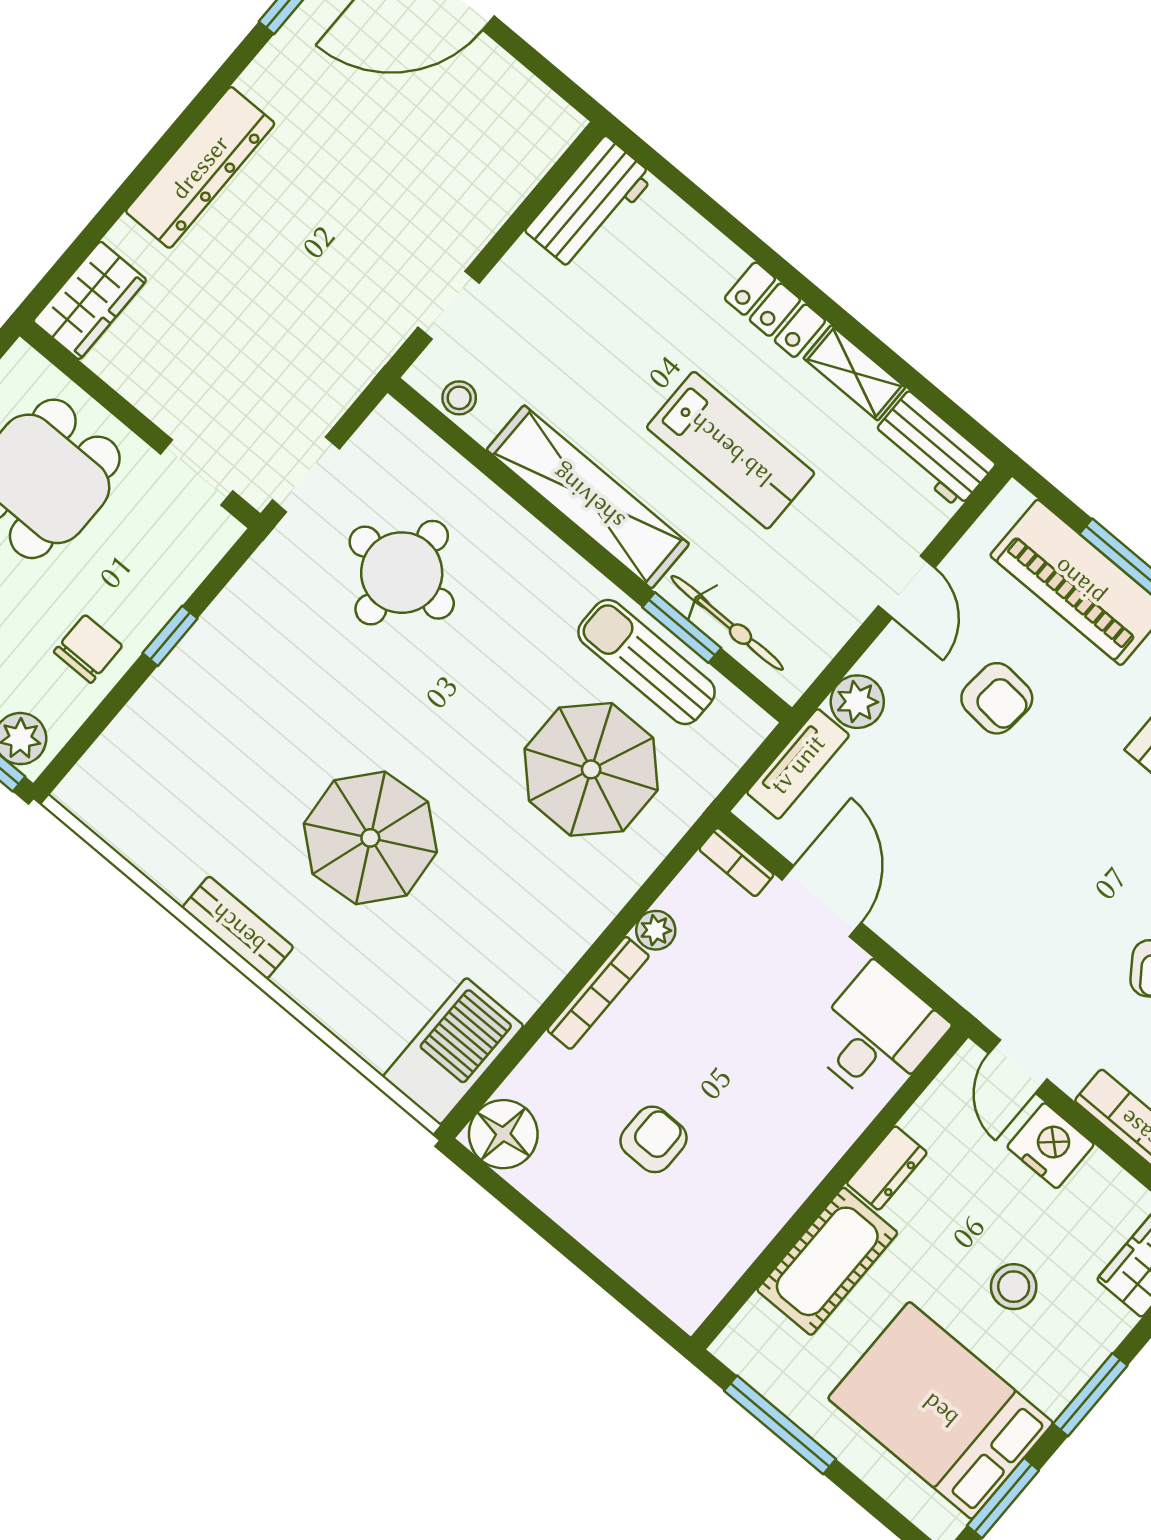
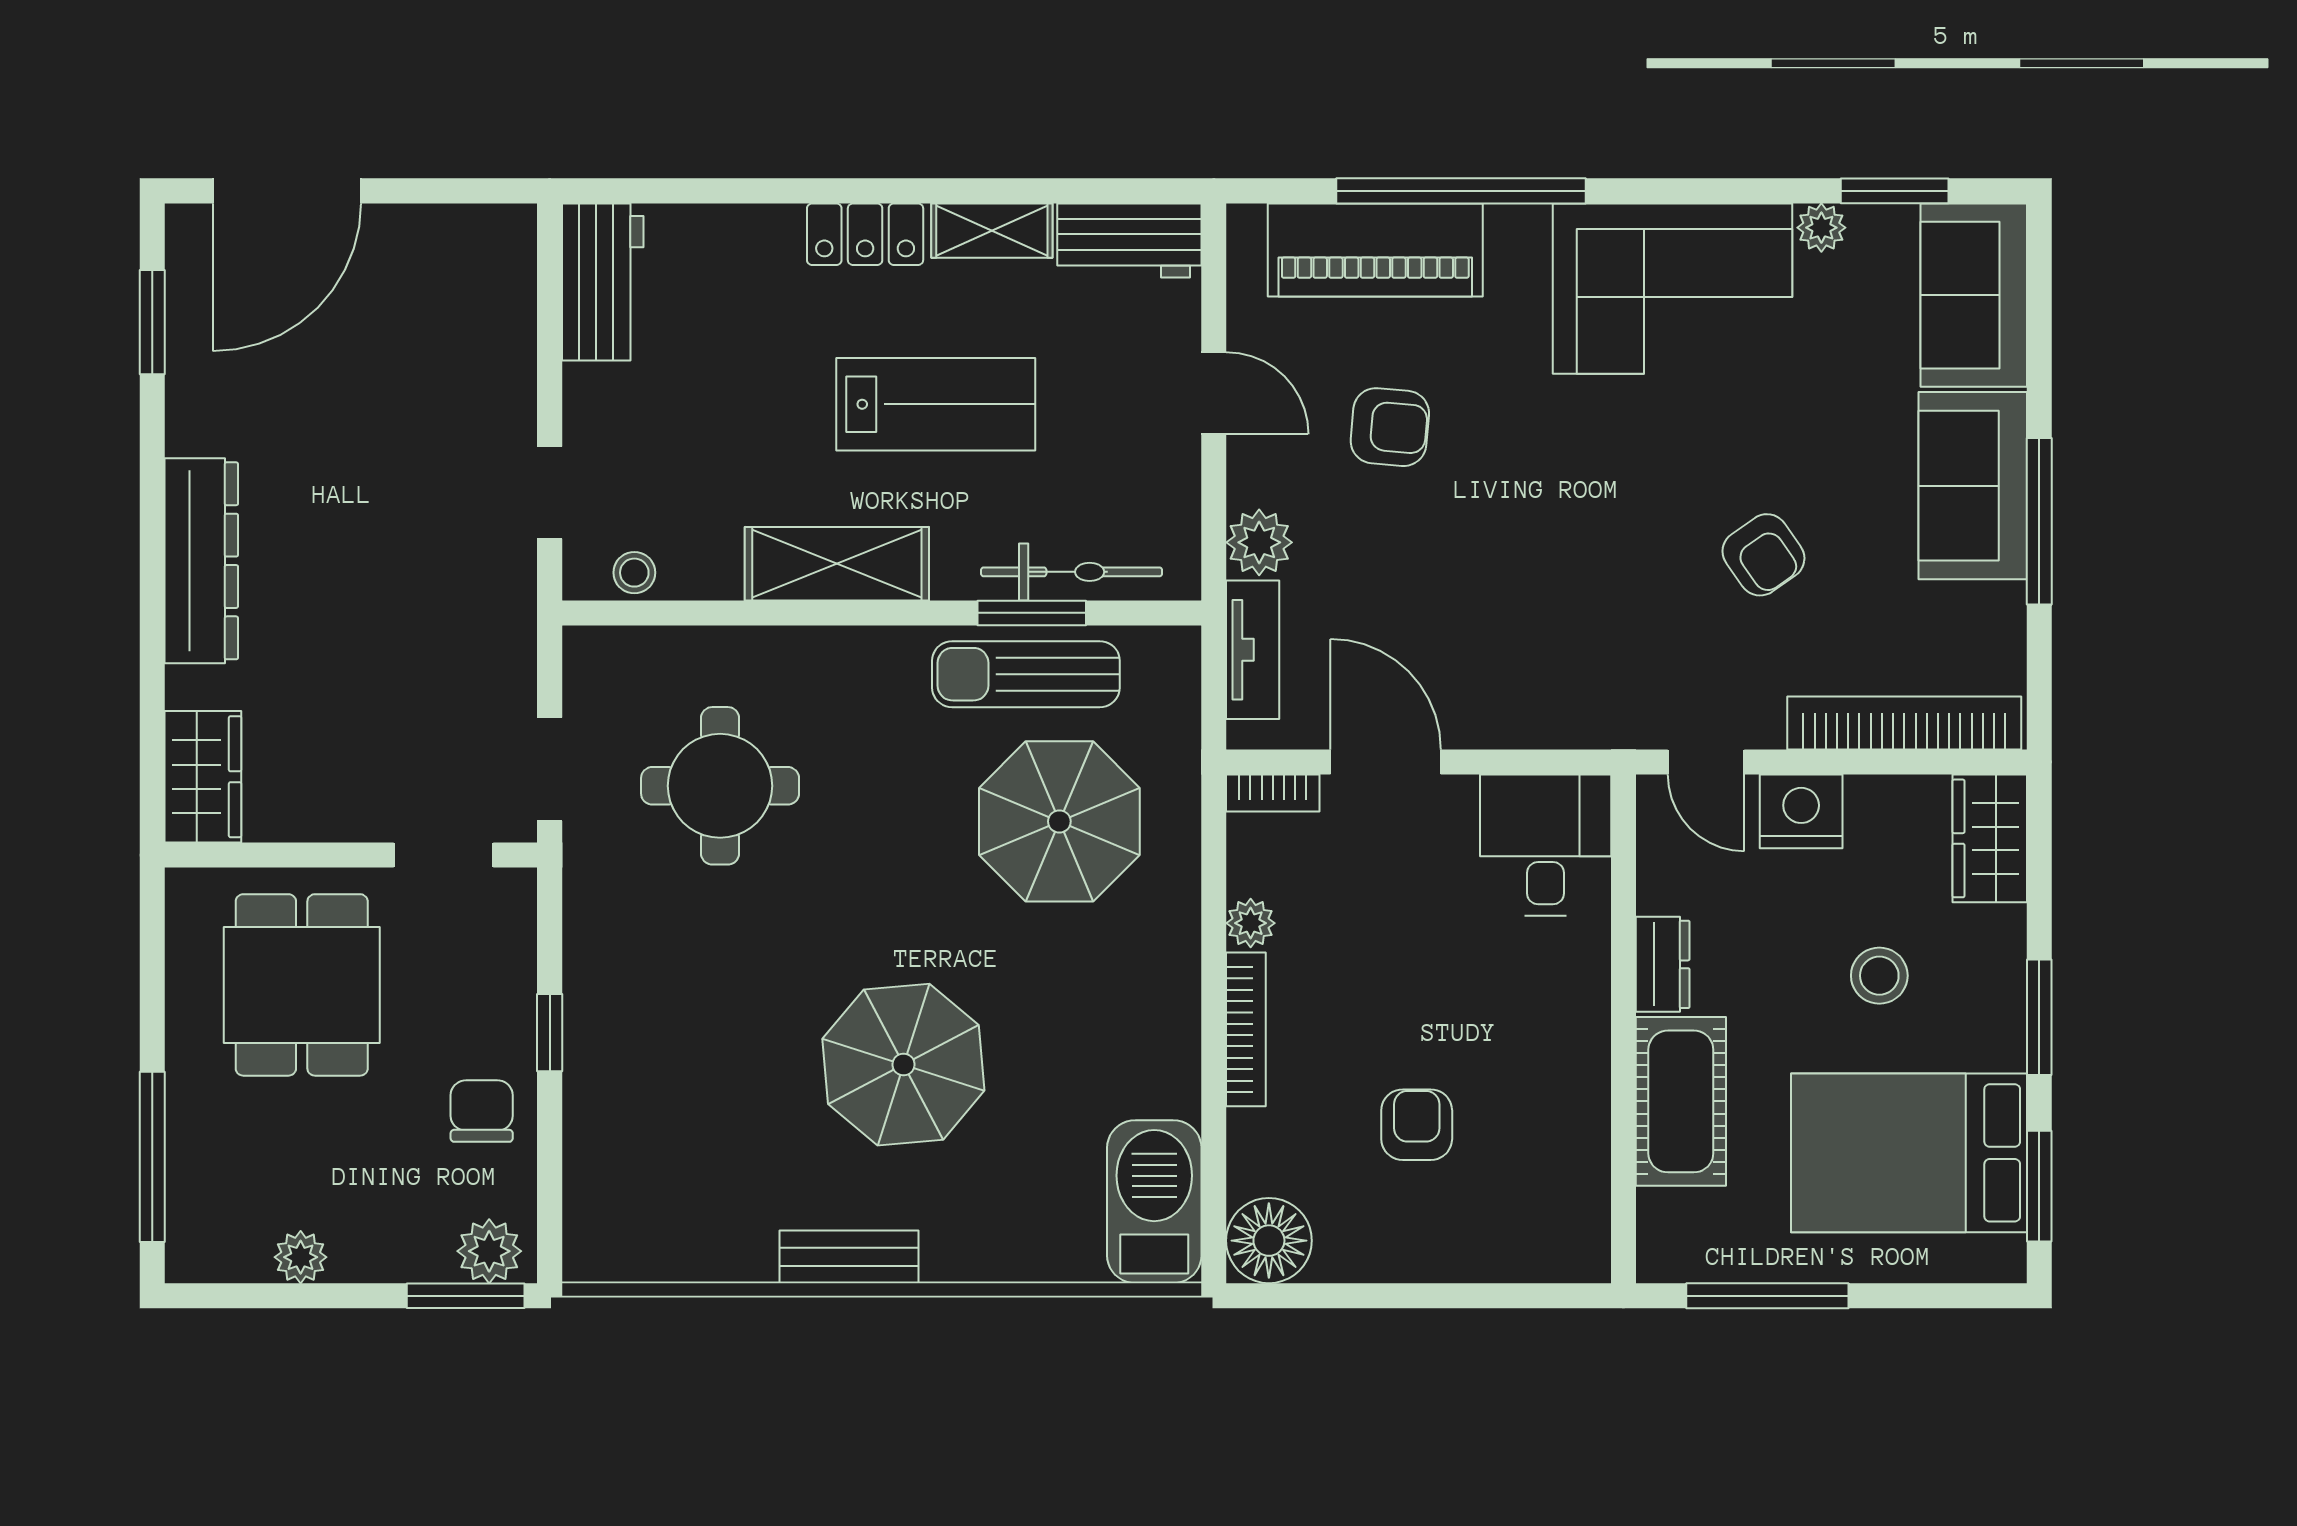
shelving: (588, 497) -> (837, 564), width x0.68

